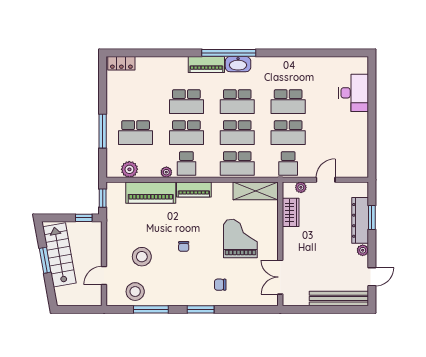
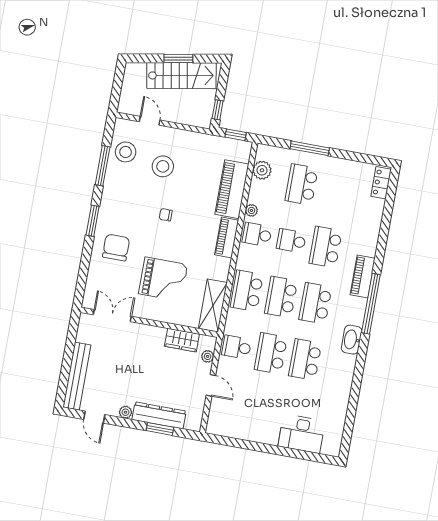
washbasin: (238, 64) -> (352, 340), moved
school desk: (186, 133) -> (291, 241), width x0.54
chair: (220, 285) -> (116, 247), width x1.87, depth x1.87

